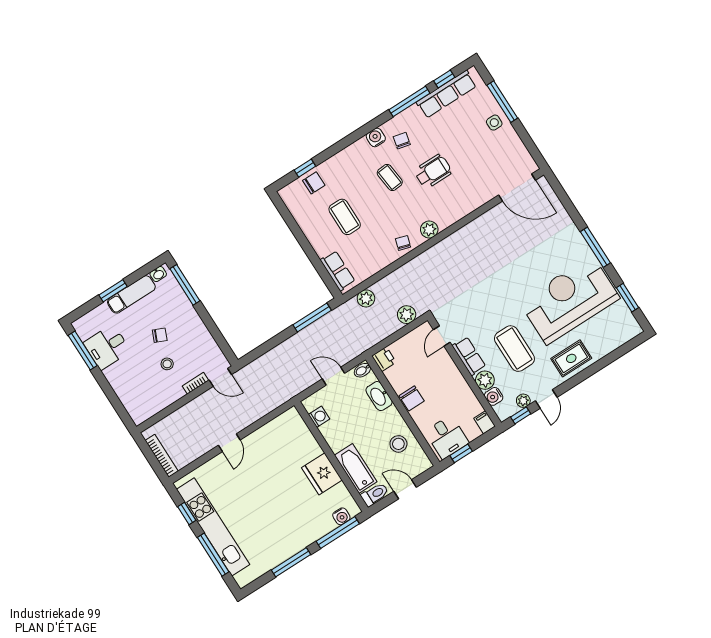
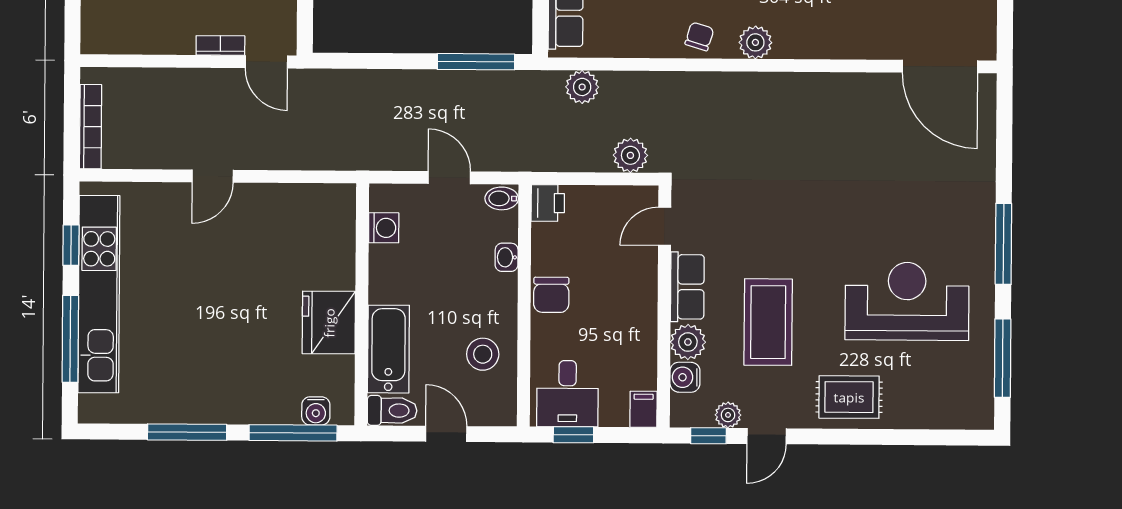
window: (628, 298) -> (1003, 358), width x1.44
reception desk: (569, 300) -> (907, 301), width x0.74, depth x0.77
washbasin: (379, 396) -> (507, 257), width x0.52, depth x0.69

